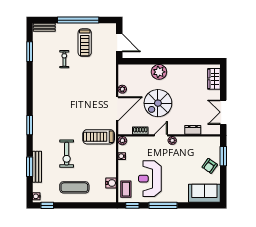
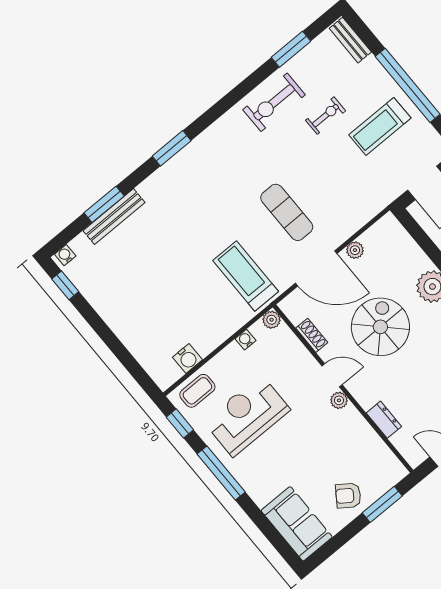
spiral stairs: (158, 103) -> (380, 327), turned 90
exercise bike: (67, 154) -> (274, 102), moved
exercise mat: (74, 187) -> (287, 212), moved

